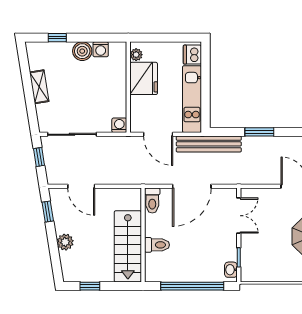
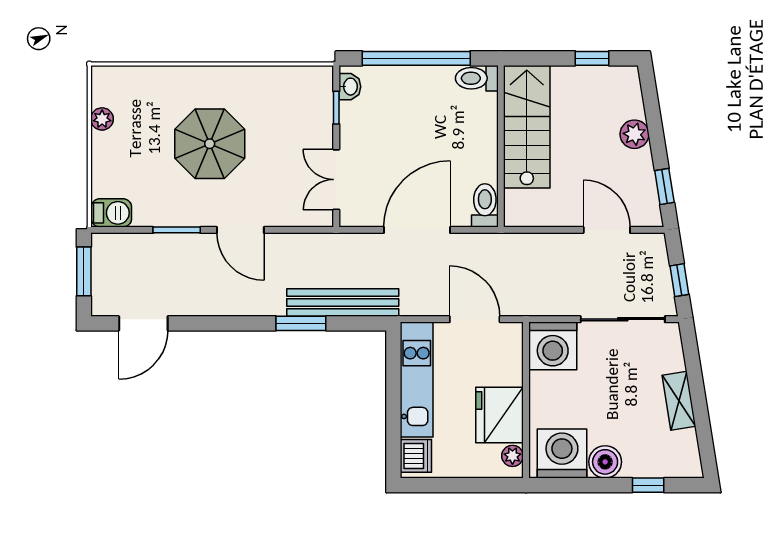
washing machine: (101, 49) -> (562, 454), width x1.89, depth x1.89
washing machine: (119, 125) -> (553, 346), width x1.89, depth x1.89
bench: (209, 144) -> (343, 303), moved
toilet: (157, 245) -> (477, 78), moved

